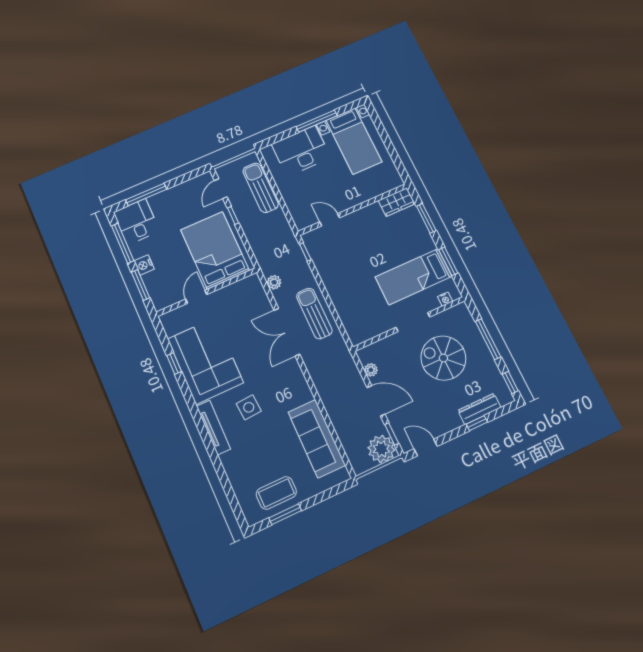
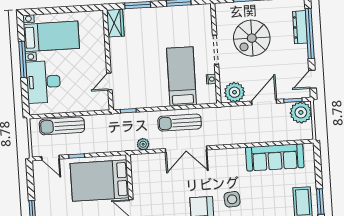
bed: (414, 277) -> (182, 76), moved, turned 180
nightstand: (445, 299) -> (211, 79), moved
plant: (371, 370) -> (235, 92), width x1.87, depth x1.87
window: (477, 423) -> (310, 34), width x3.17

